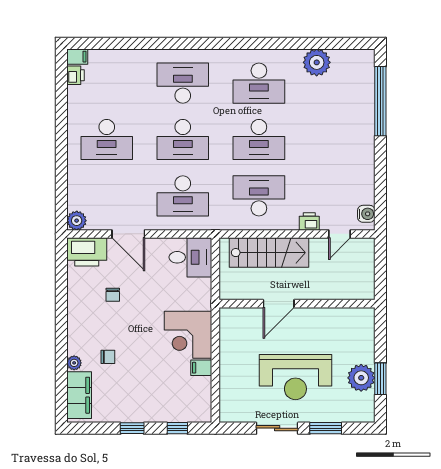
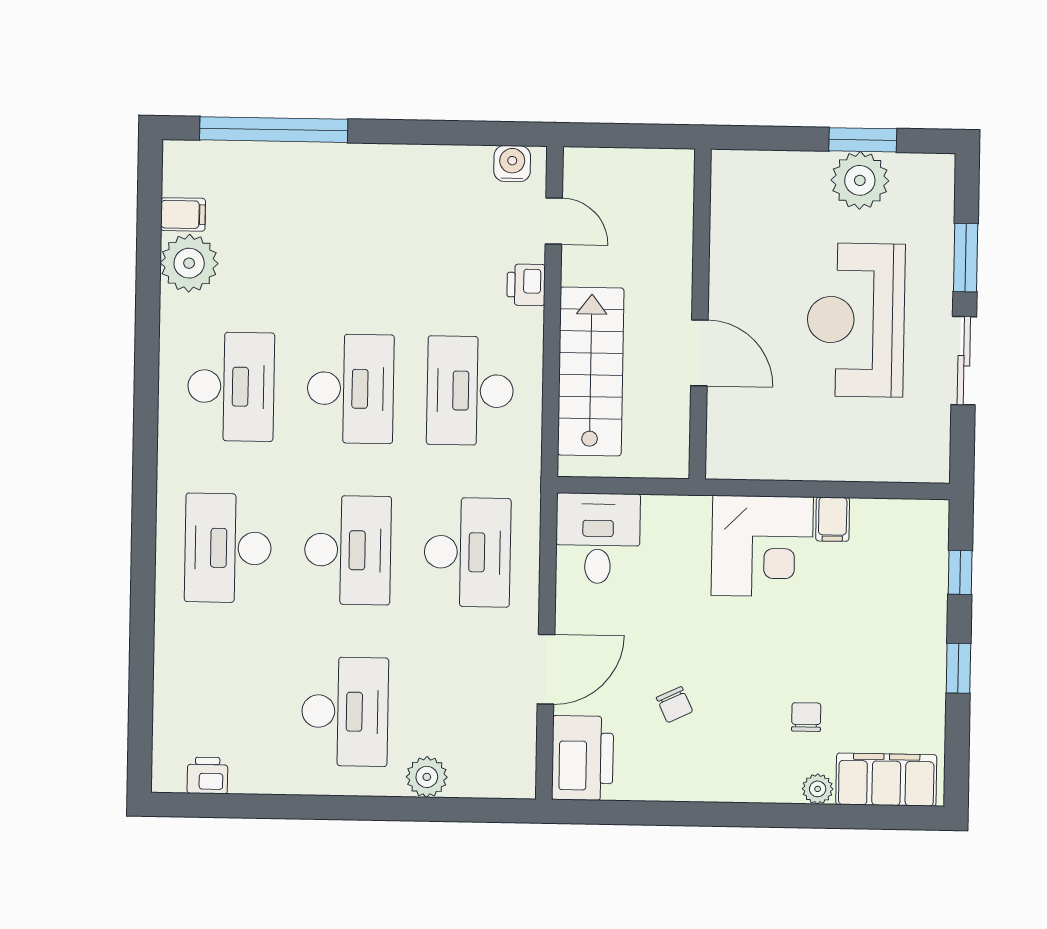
filing cabinet: (77, 57) -> (183, 214), moved, turned 90
plant: (77, 221) -> (427, 777), moved
chair: (113, 295) -> (675, 705), turned 65
reception desk: (295, 377) -> (856, 320), turned 180

